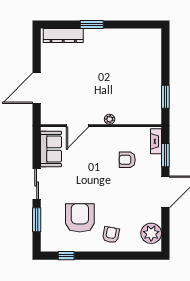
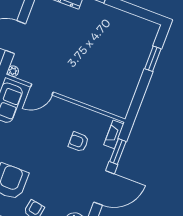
window: (165, 97) -> (153, 59), moved
plant: (110, 119) -> (13, 71), moved

